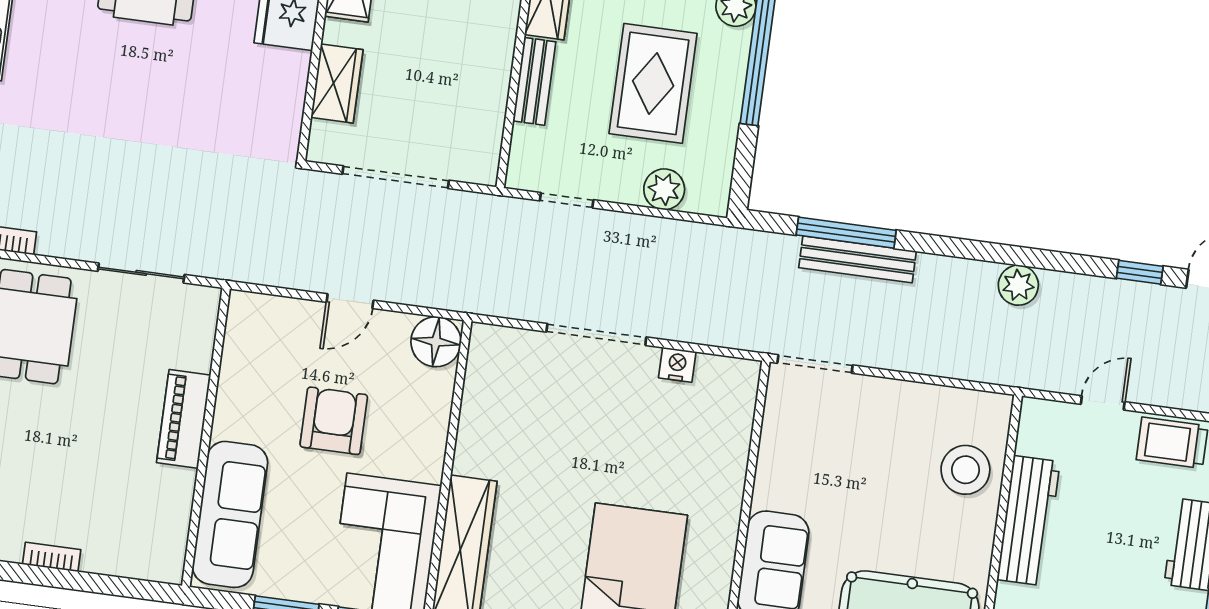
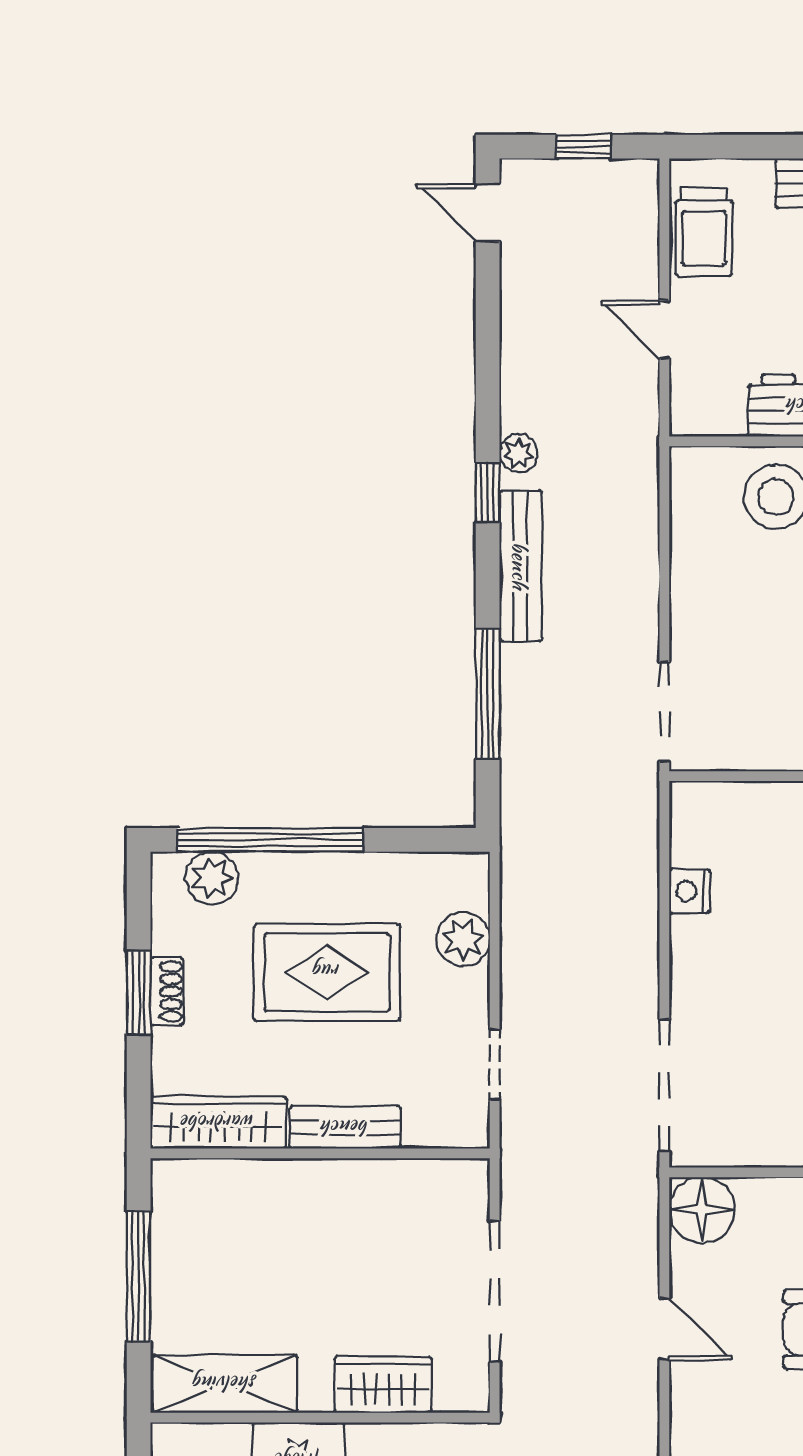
bench: (858, 259) -> (520, 566), moved
window: (1140, 272) -> (488, 493), moved
plant: (1018, 285) -> (519, 453), width x0.73, depth x0.73
doorway: (596, 334) -> (664, 1086), moved

